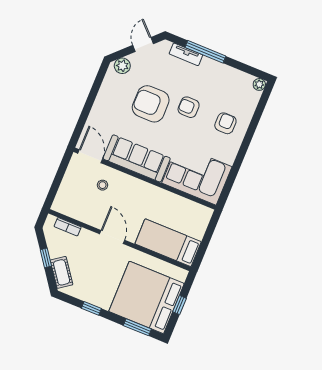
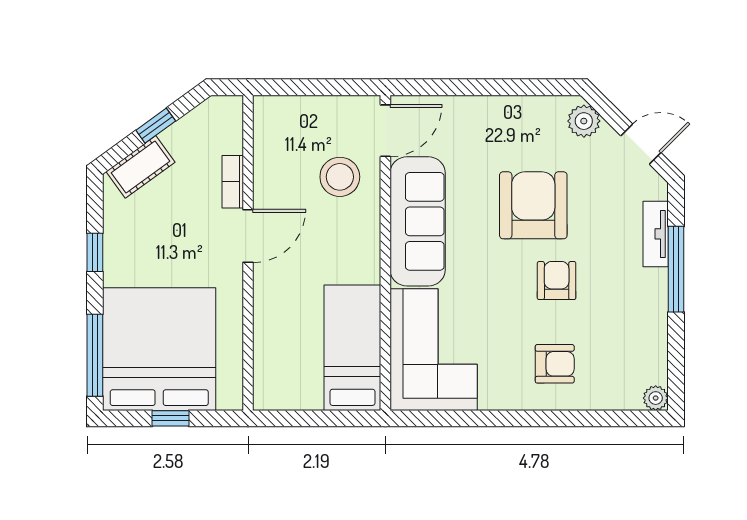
stool: (103, 185) -> (340, 177), width x1.89, depth x1.89
bookcase: (68, 227) -> (233, 182), moved
bed: (168, 243) -> (352, 348), moved
window: (137, 327) -> (95, 355), width x1.44

